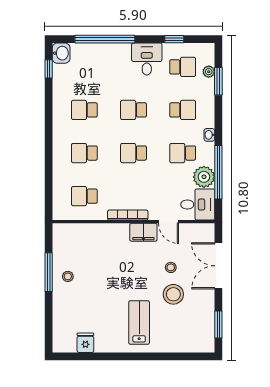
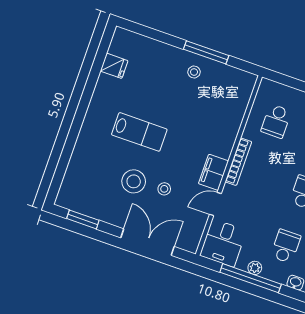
plant: (204, 177) -> (255, 268), width x0.53, depth x0.53
school desk: (84, 196) -> (276, 121), turned 180
lab bench: (139, 322) -> (139, 132), moved

